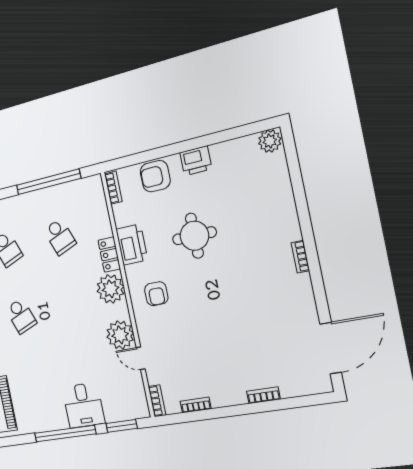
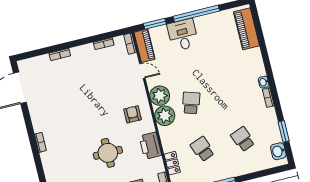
locker: (109, 255) -> (172, 163), moved
school desk: (21, 316) -> (191, 103), moved, turned 39
plant: (120, 335) -> (160, 96), moved
piano: (136, 395) -> (145, 46), added

